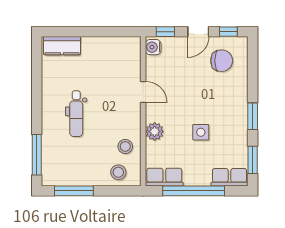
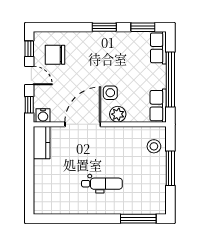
kitchen counter: (62, 46) -> (42, 143), moved
chair: (222, 61) -> (55, 55), turned -90
door: (143, 92) -> (83, 124), width x1.88
side table: (201, 132) -> (110, 93), moved
stool: (125, 146) -> (131, 140), removed
window: (74, 191) -> (170, 168), moved

